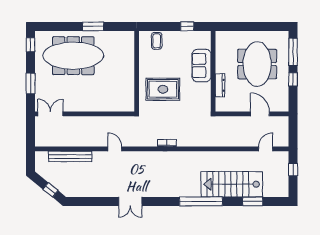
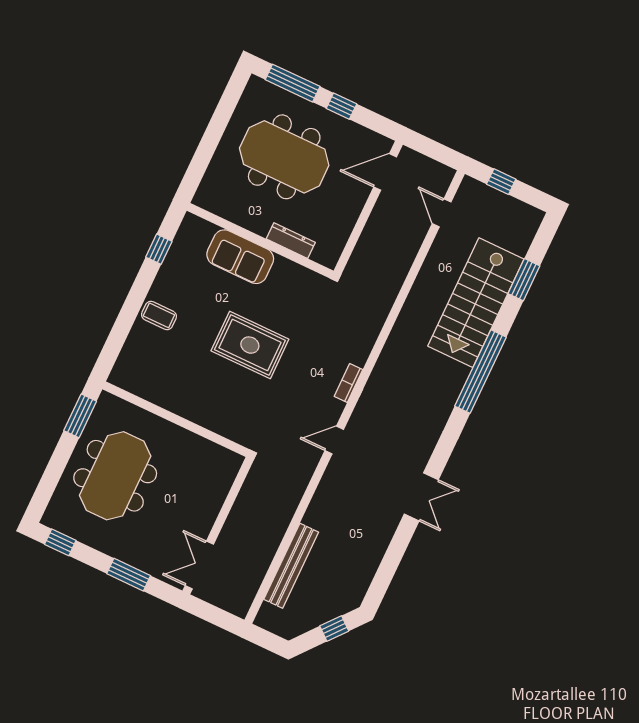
meeting table: (73, 56) -> (115, 476), width x0.73
wall: (137, 71) -> (176, 419), moved
rug: (163, 89) -> (250, 345), turned 90
door: (260, 114) -> (385, 172), moved
door: (115, 149) -> (334, 440), moved

